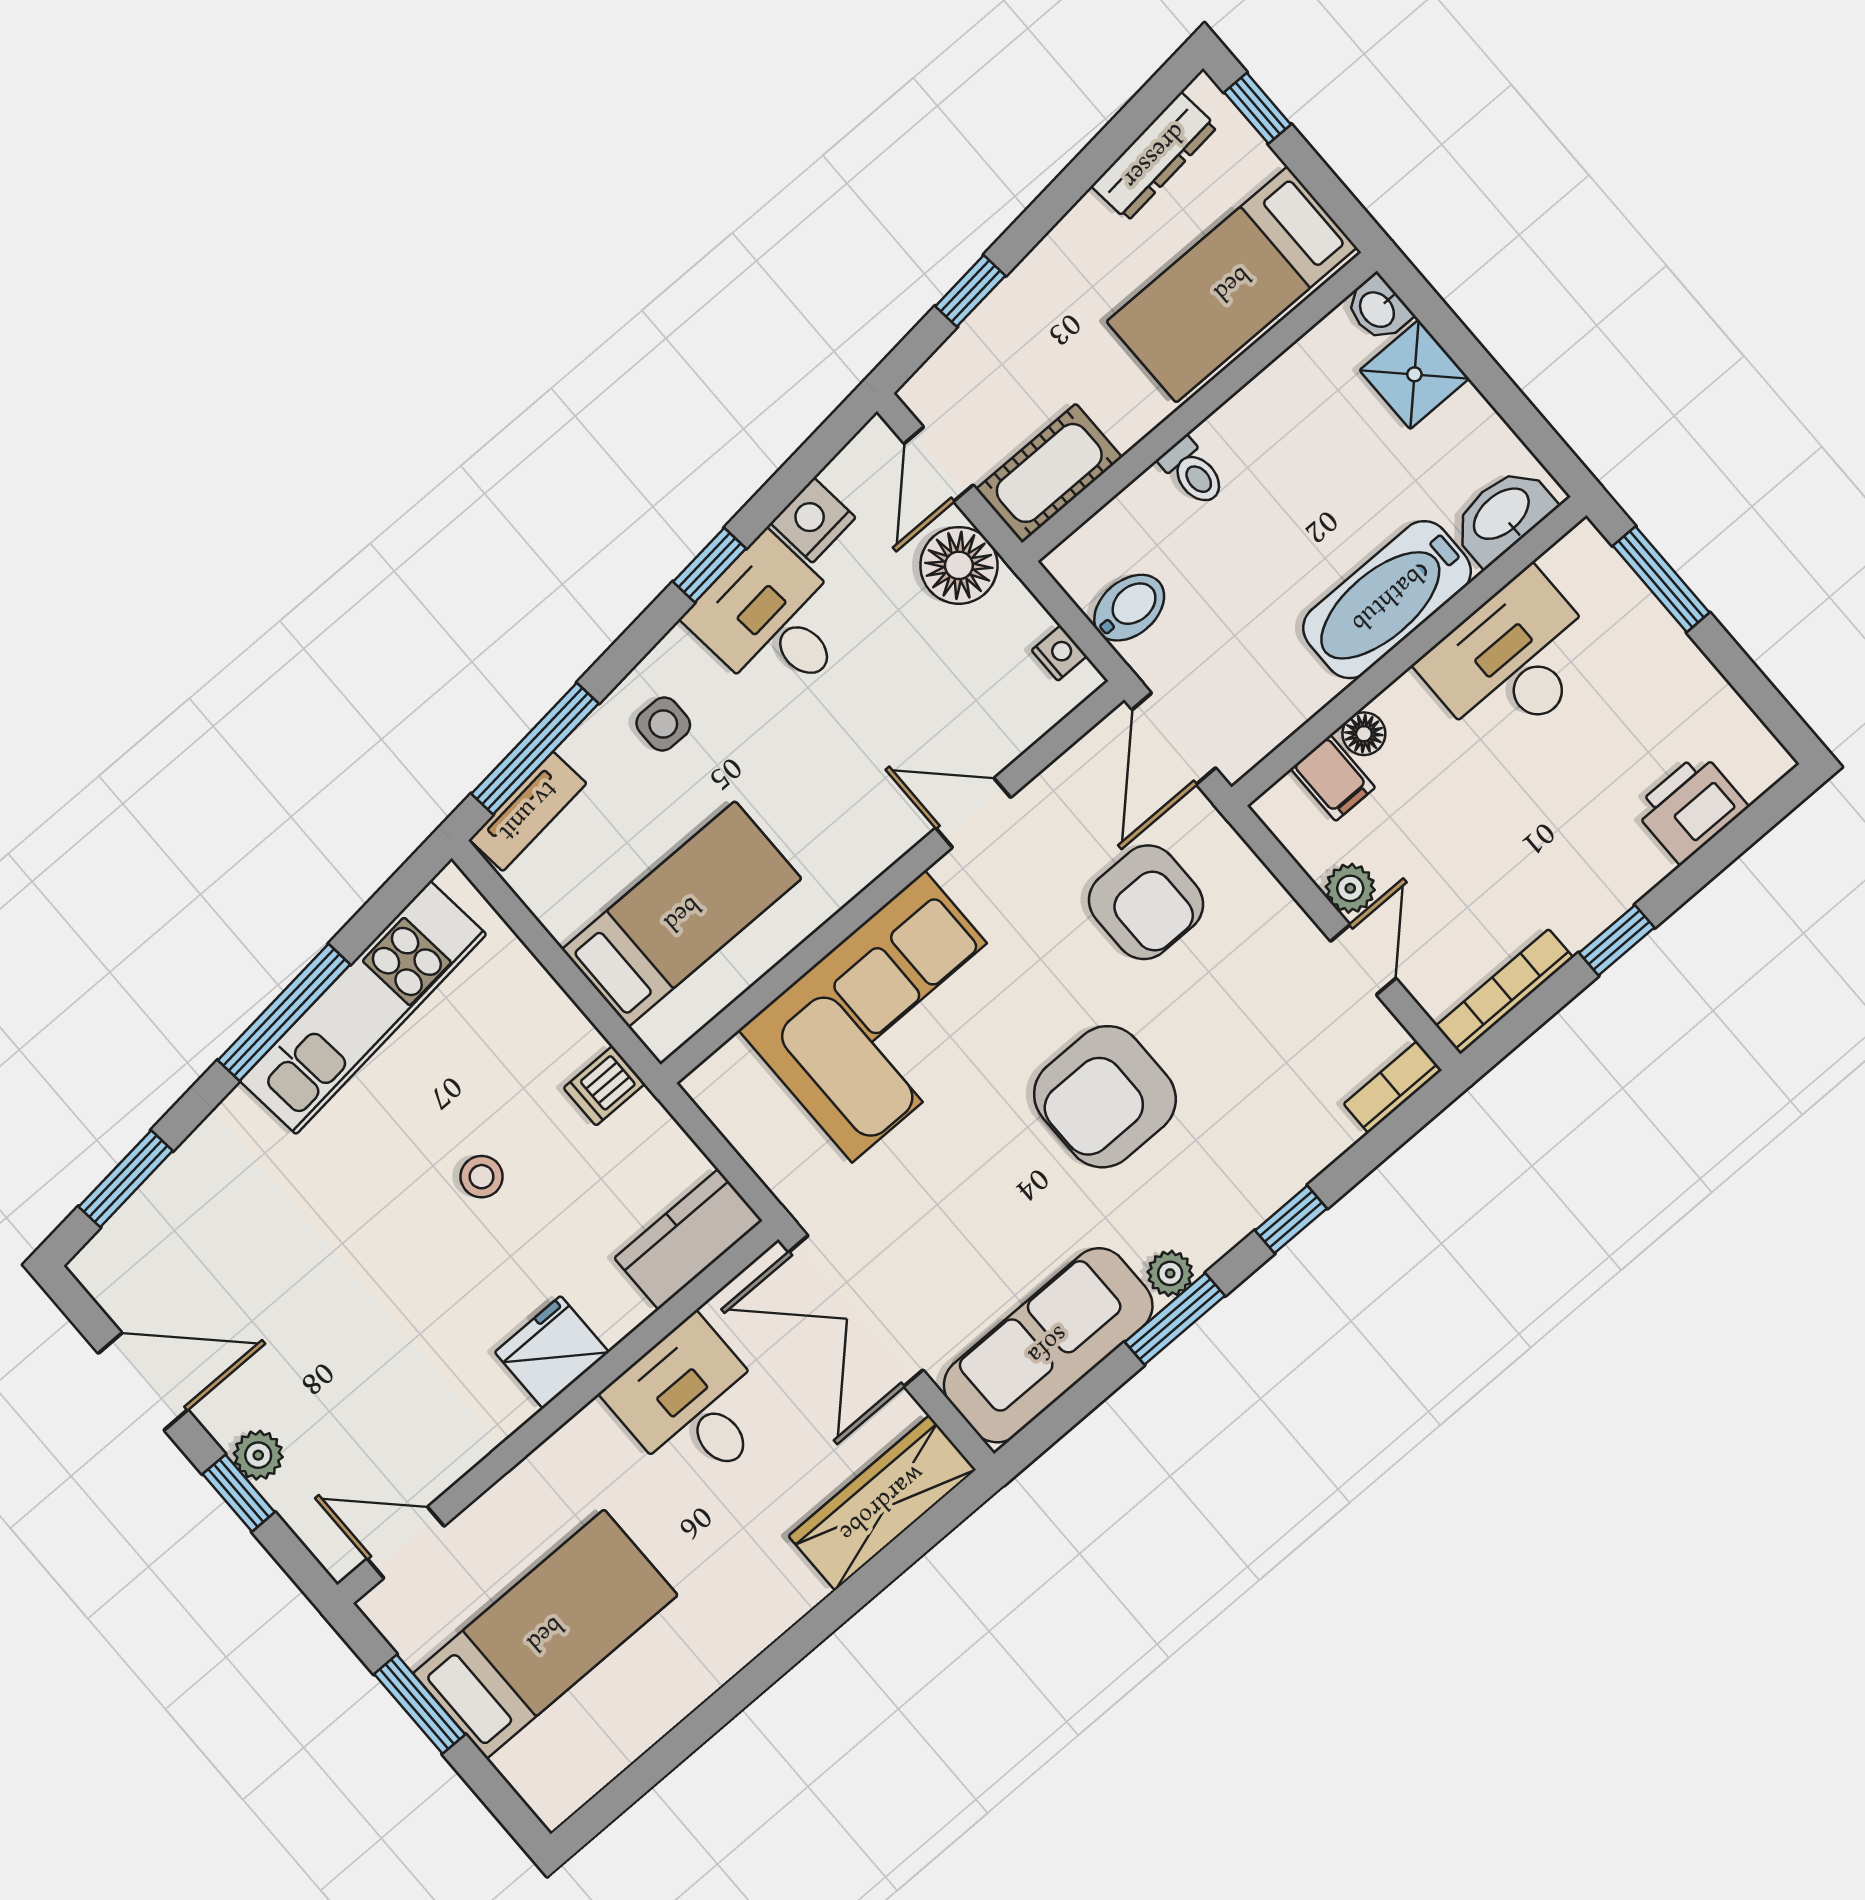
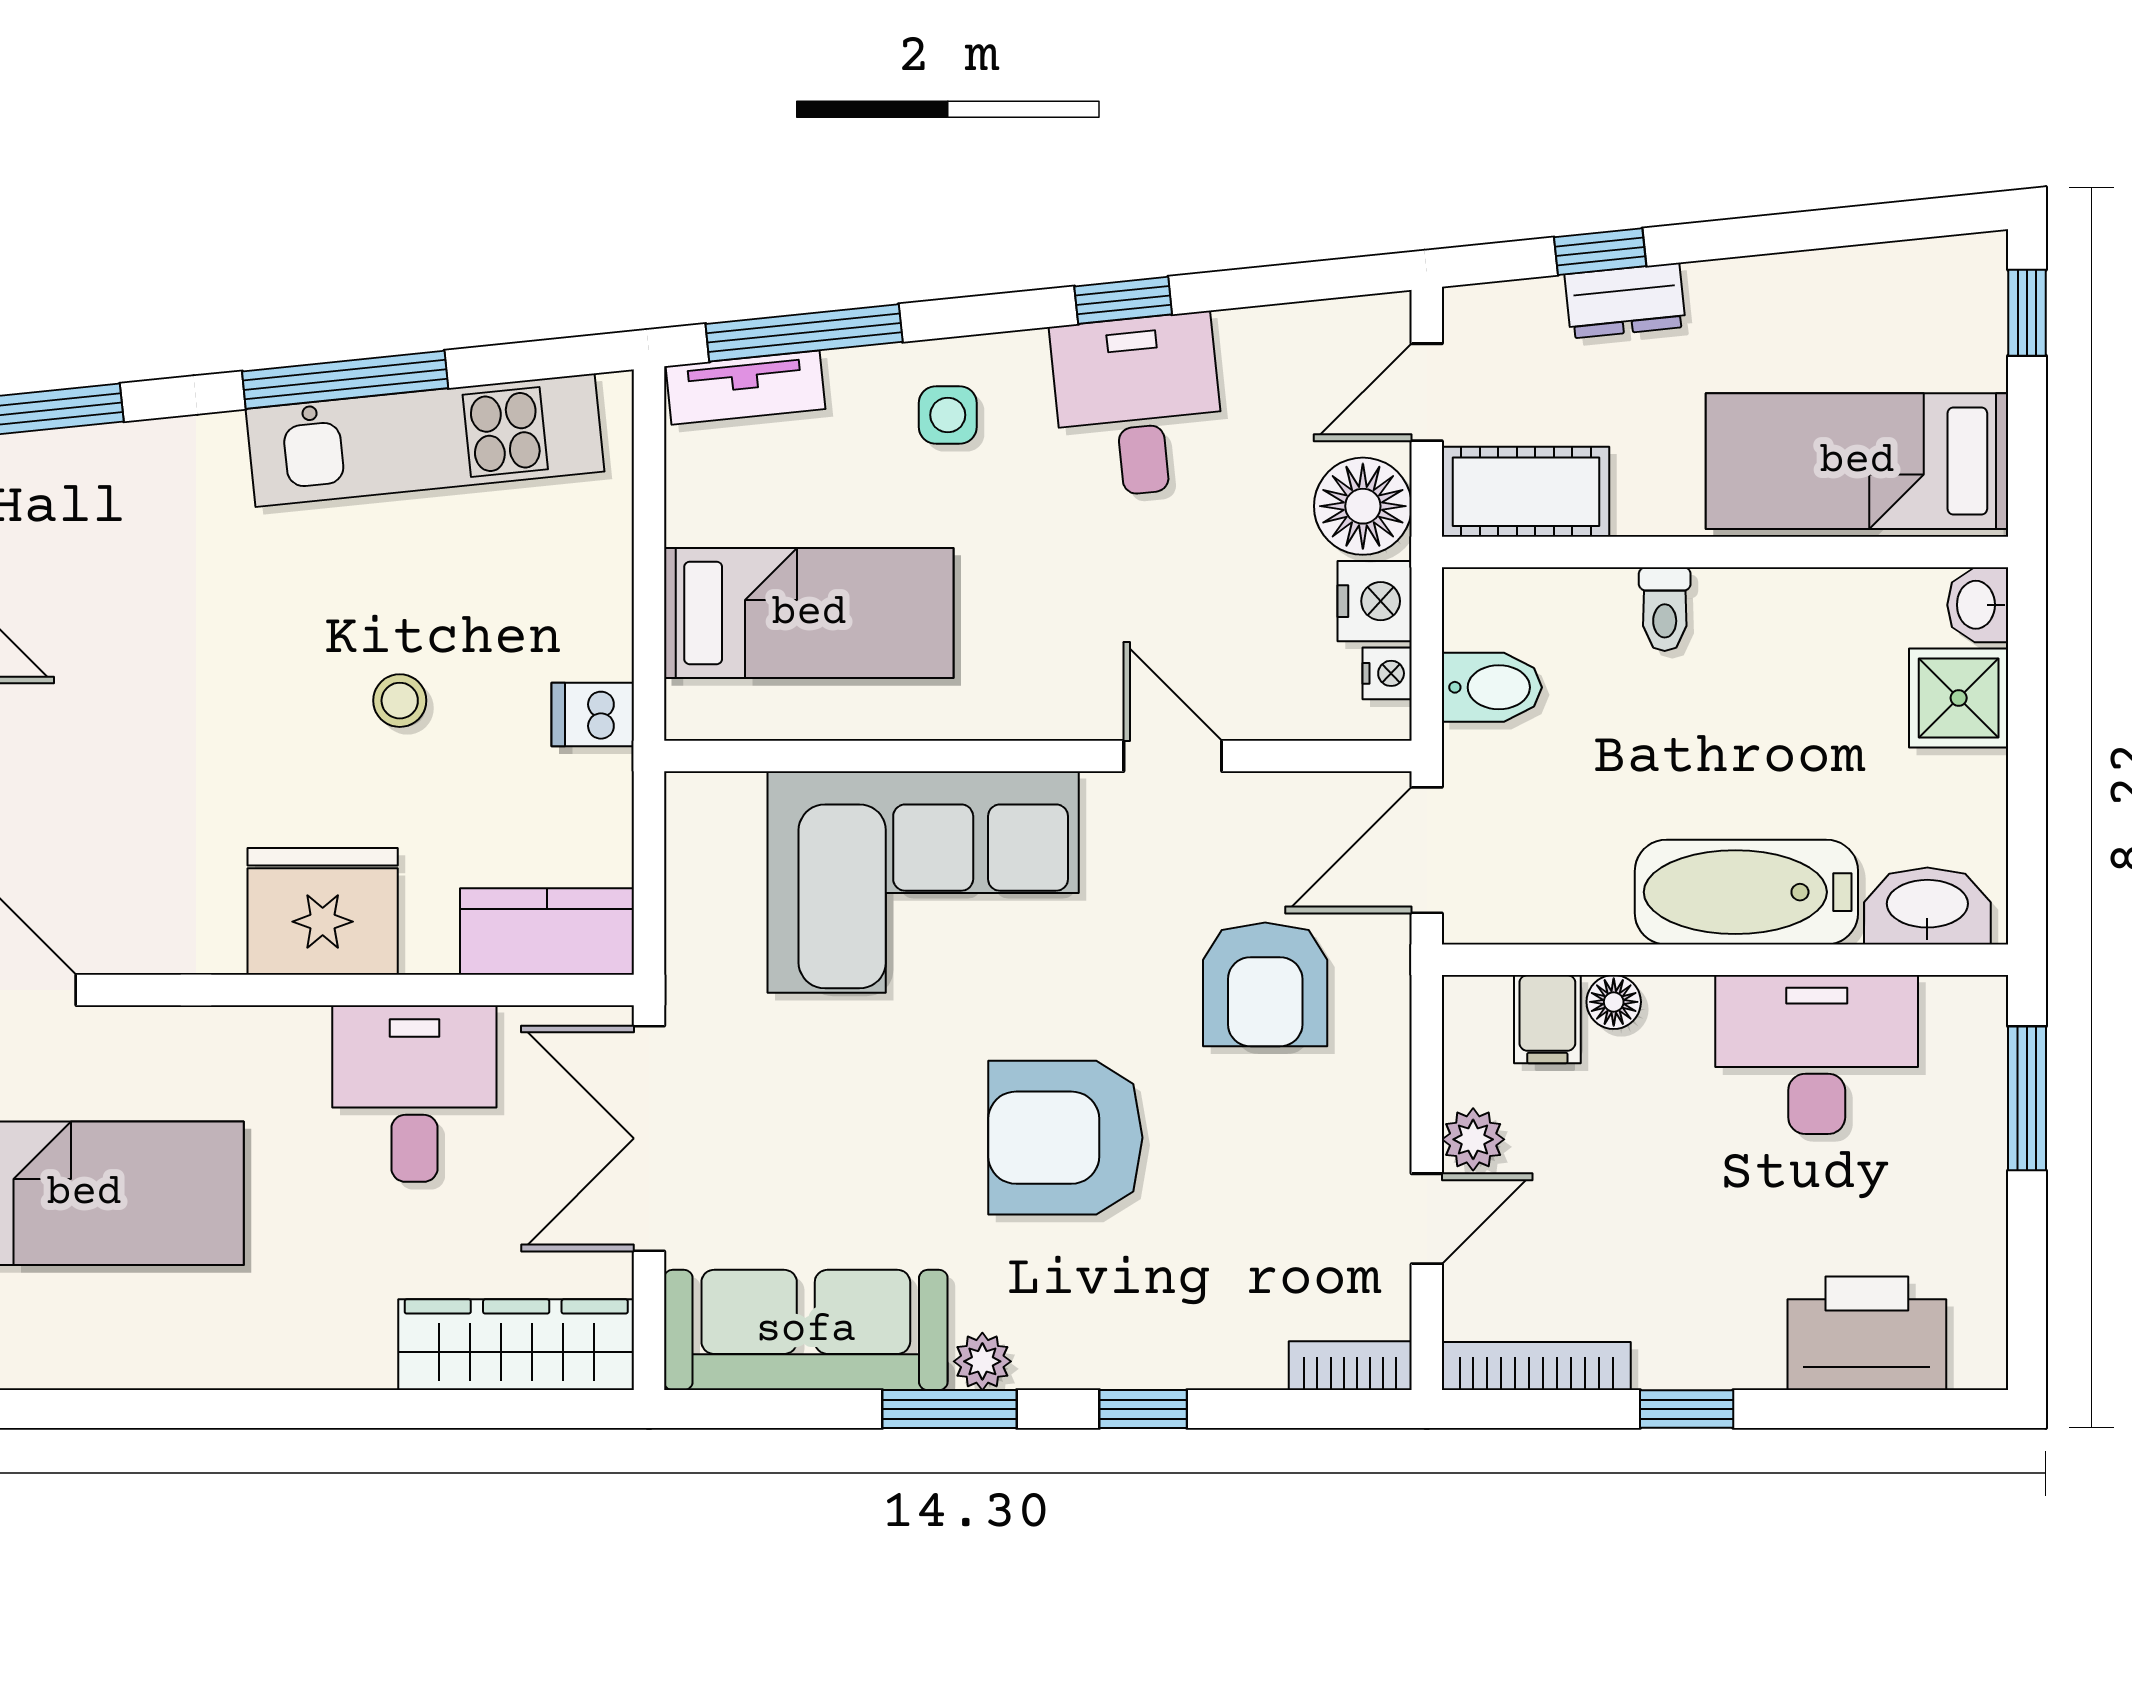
dresser: (1154, 156) -> (1625, 301), moved, width x0.70
nightstand: (813, 520) -> (1375, 601), moved, turned 96
printer: (1691, 808) -> (1867, 1333), width x1.37, depth x1.19
fridge: (552, 1352) -> (323, 911), width x1.36, depth x1.34

